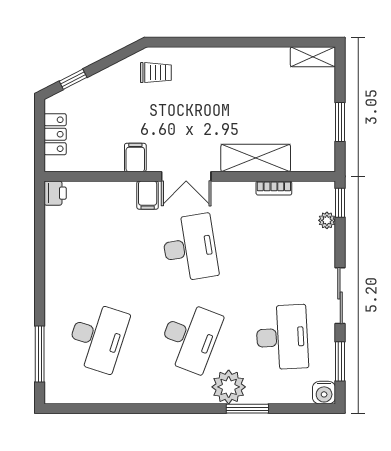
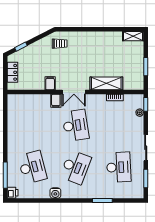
printer: (55, 193) -> (13, 193), moved
desk: (97, 337) -> (32, 167), turned -33
plant: (229, 387) -> (94, 190), removed
water cooler: (324, 393) -> (55, 193), moved

